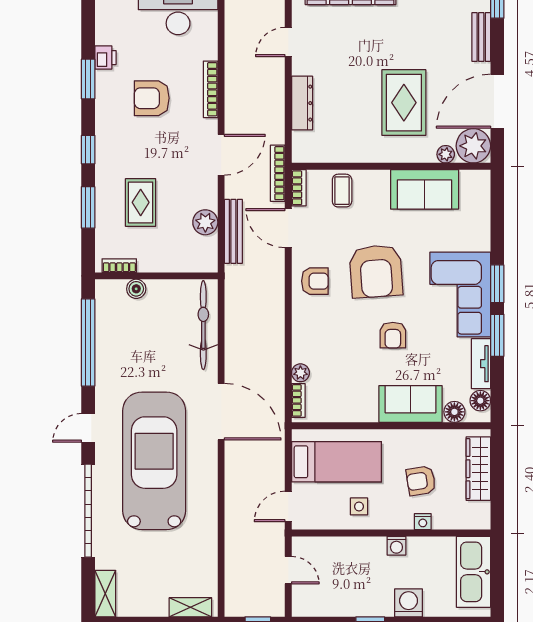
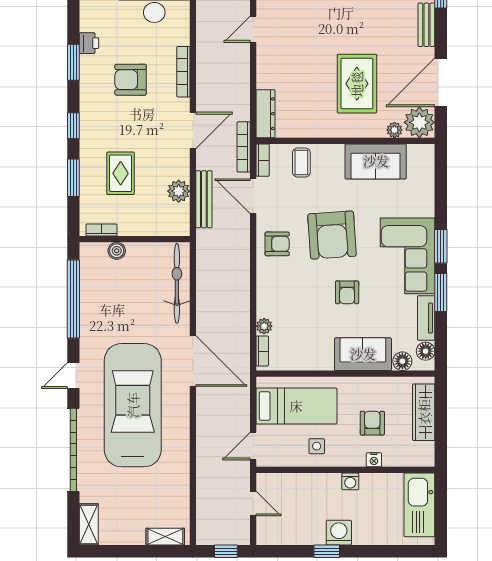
dresser: (302, 103) -> (266, 114), moved
armchair: (421, 481) -> (372, 423), turned 99
washing machine: (409, 603) -> (339, 533), moved

